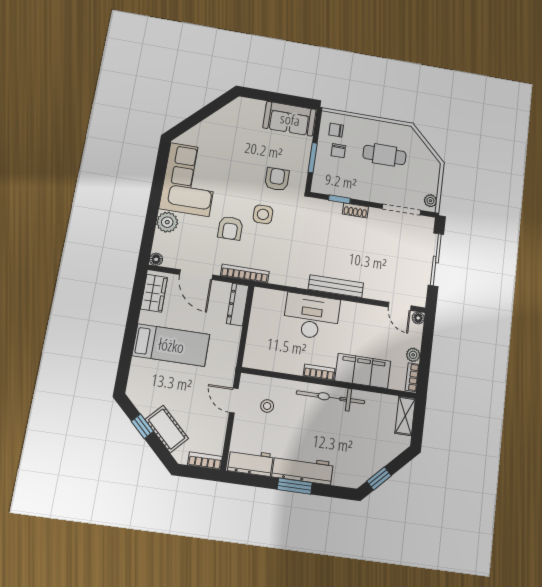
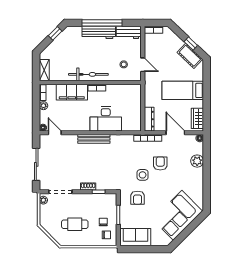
corner sofa: (190, 180) -> (178, 215), moved, turned 45
cot: (167, 429) -> (190, 56), moved
window: (295, 486) -> (102, 23), width x2.11

